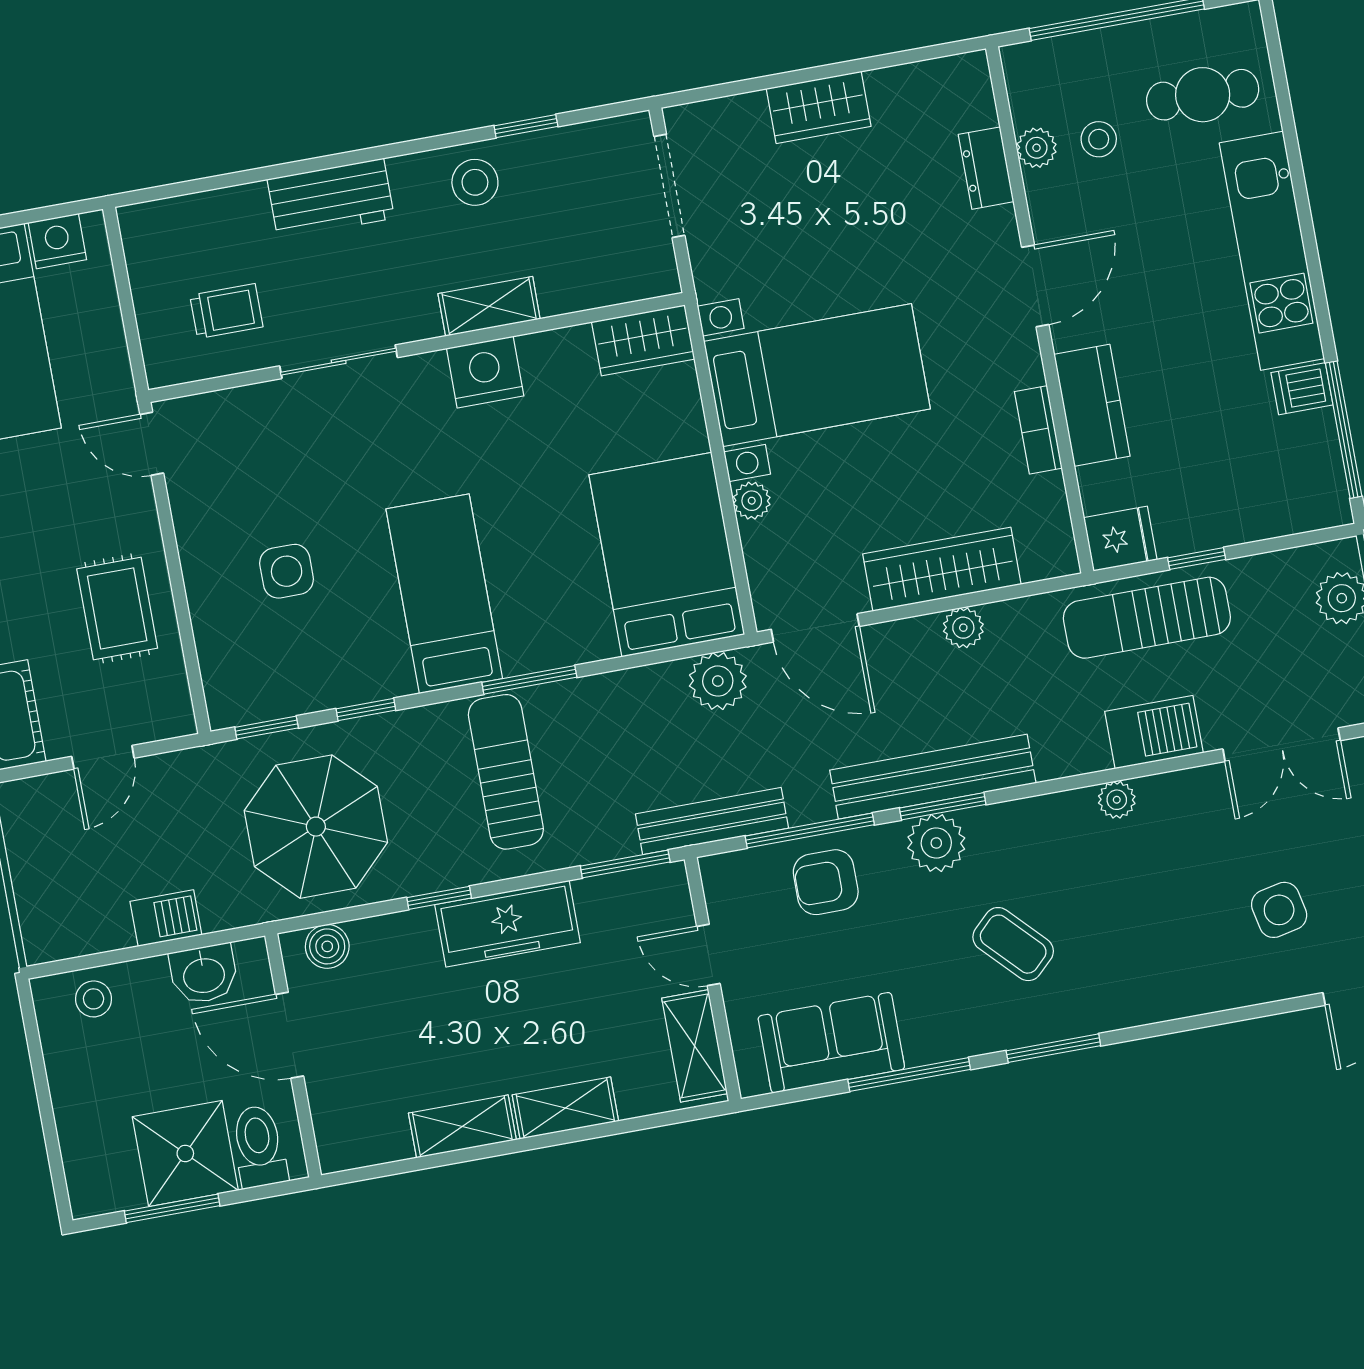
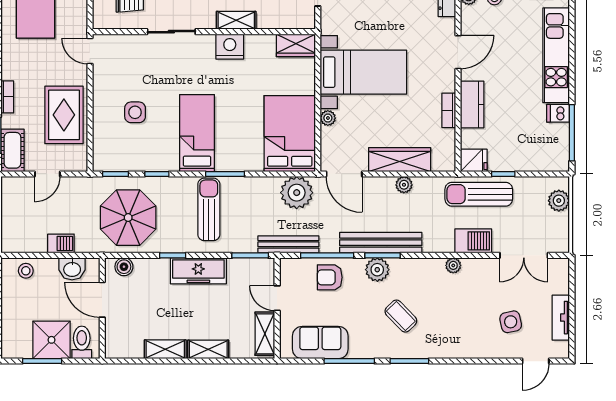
rug: (117, 608) -> (64, 115), width x1.36, depth x1.43
plant: (718, 681) -> (297, 193), width x1.36, depth x1.36

